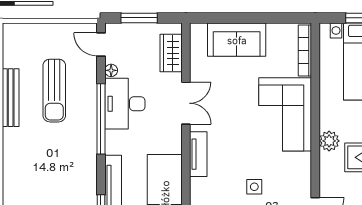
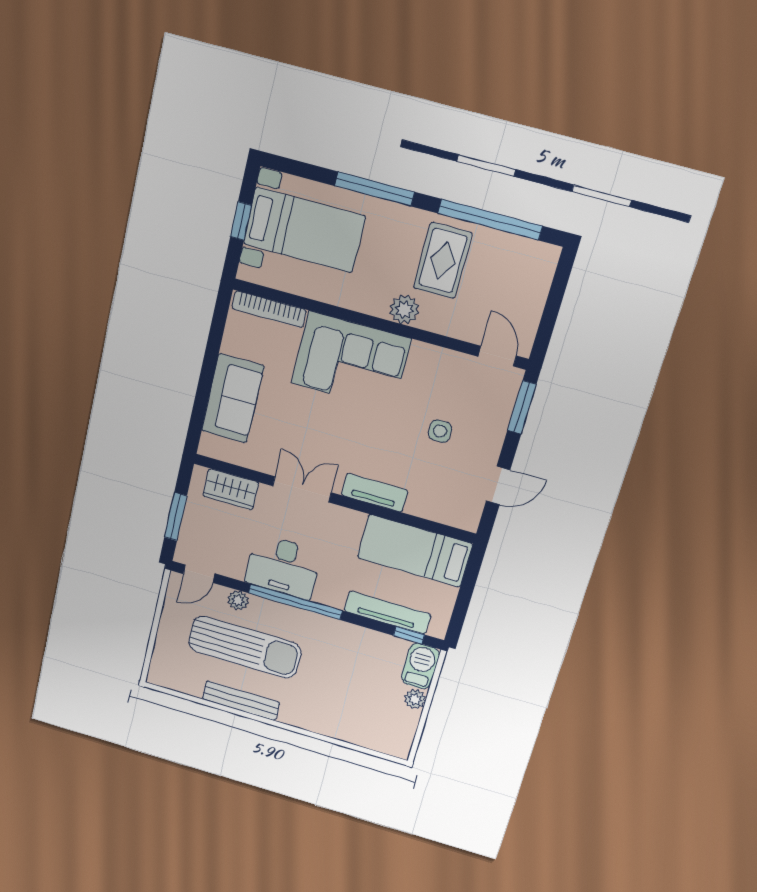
floor lamp: (111, 70) -> (236, 571), removed
plant: (89, 77) -> (238, 600), added
sun lounger: (54, 91) -> (245, 647), width x1.36, depth x1.34

